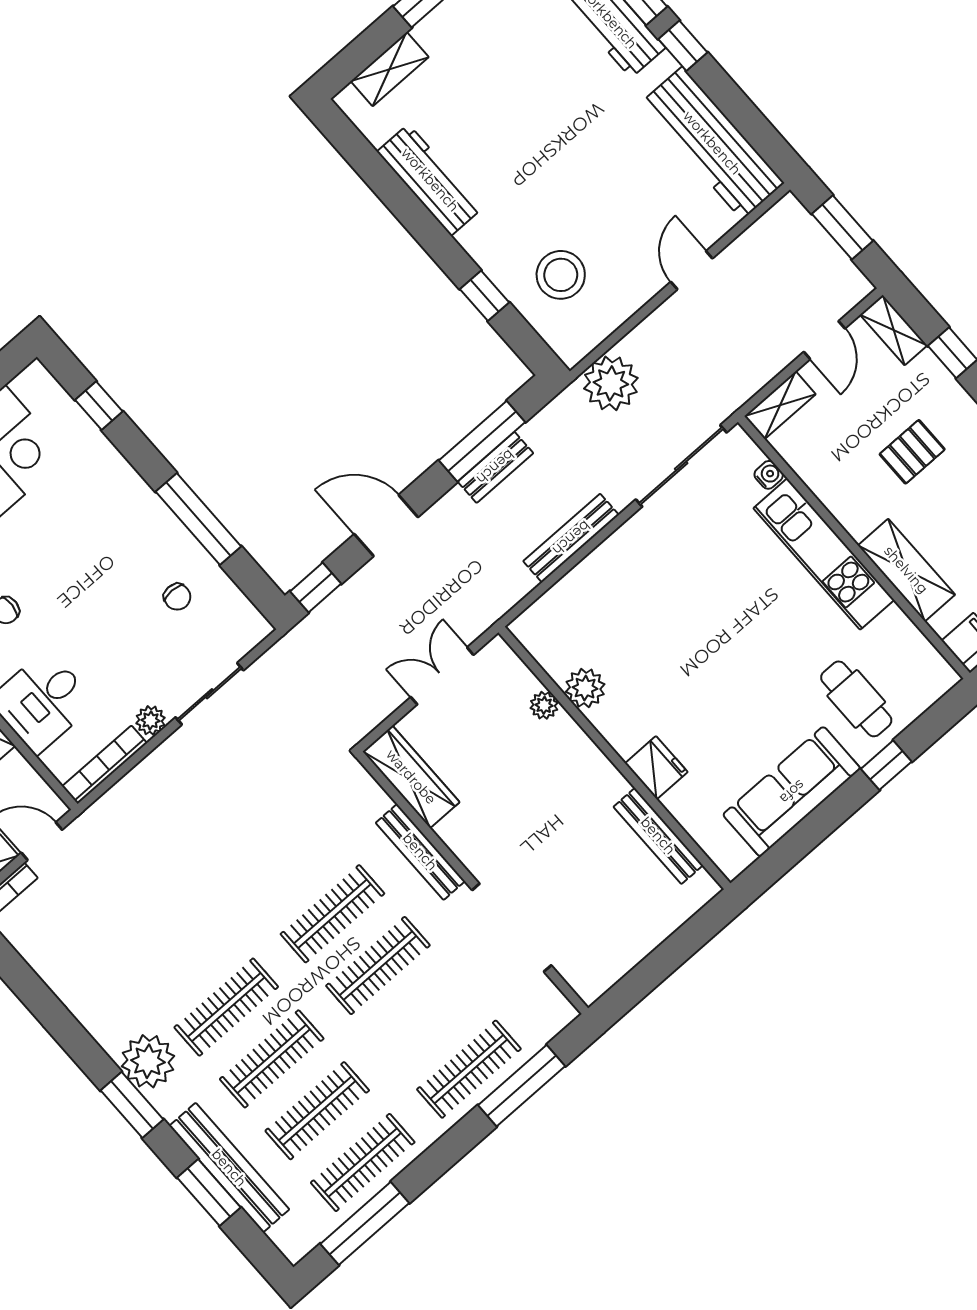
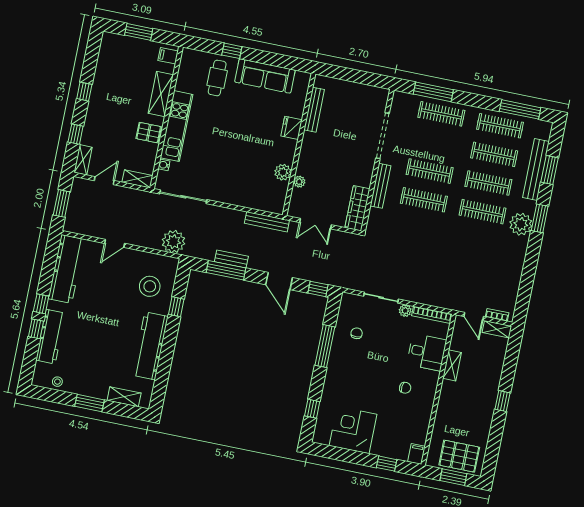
workbench: (430, 180) -> (150, 346), width x1.36, depth x1.32
pallet: (912, 452) -> (149, 133), moved
bench: (571, 538) -> (267, 222), moved

